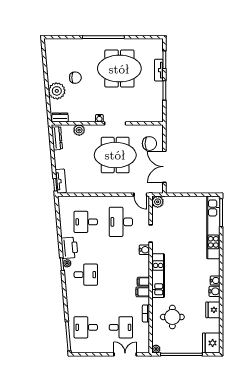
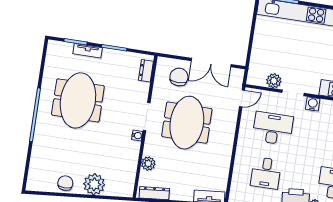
chair: (75, 78) -> (65, 183), moved
dresser: (60, 117) -> (146, 71), moved
plant: (158, 202) -> (274, 81), moved
desk: (121, 222) -> (273, 128), turned 180

